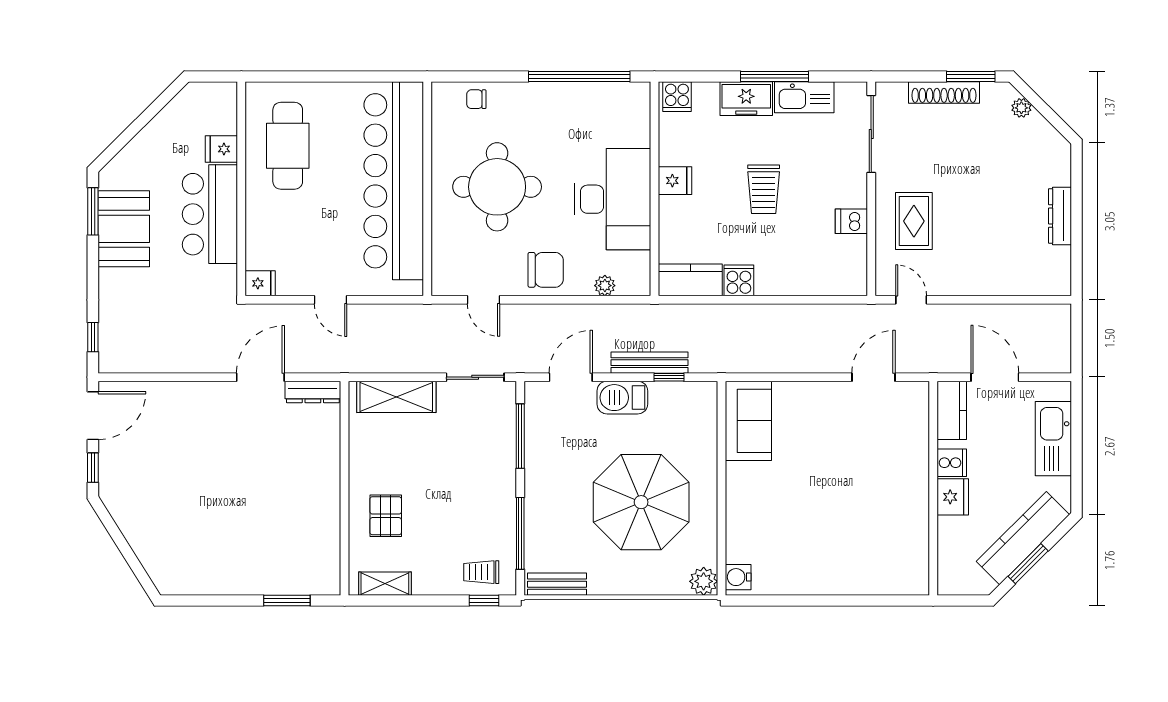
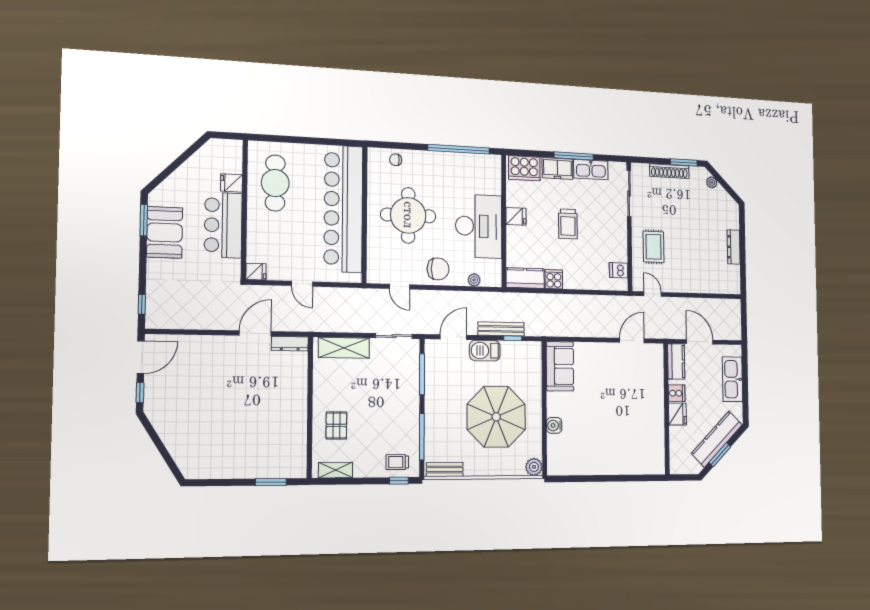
cooker: (677, 97) -> (524, 168), width x1.87, depth x1.31
dishwasher: (851, 221) -> (619, 270), moved
water cooler: (738, 577) -> (554, 425), moved

